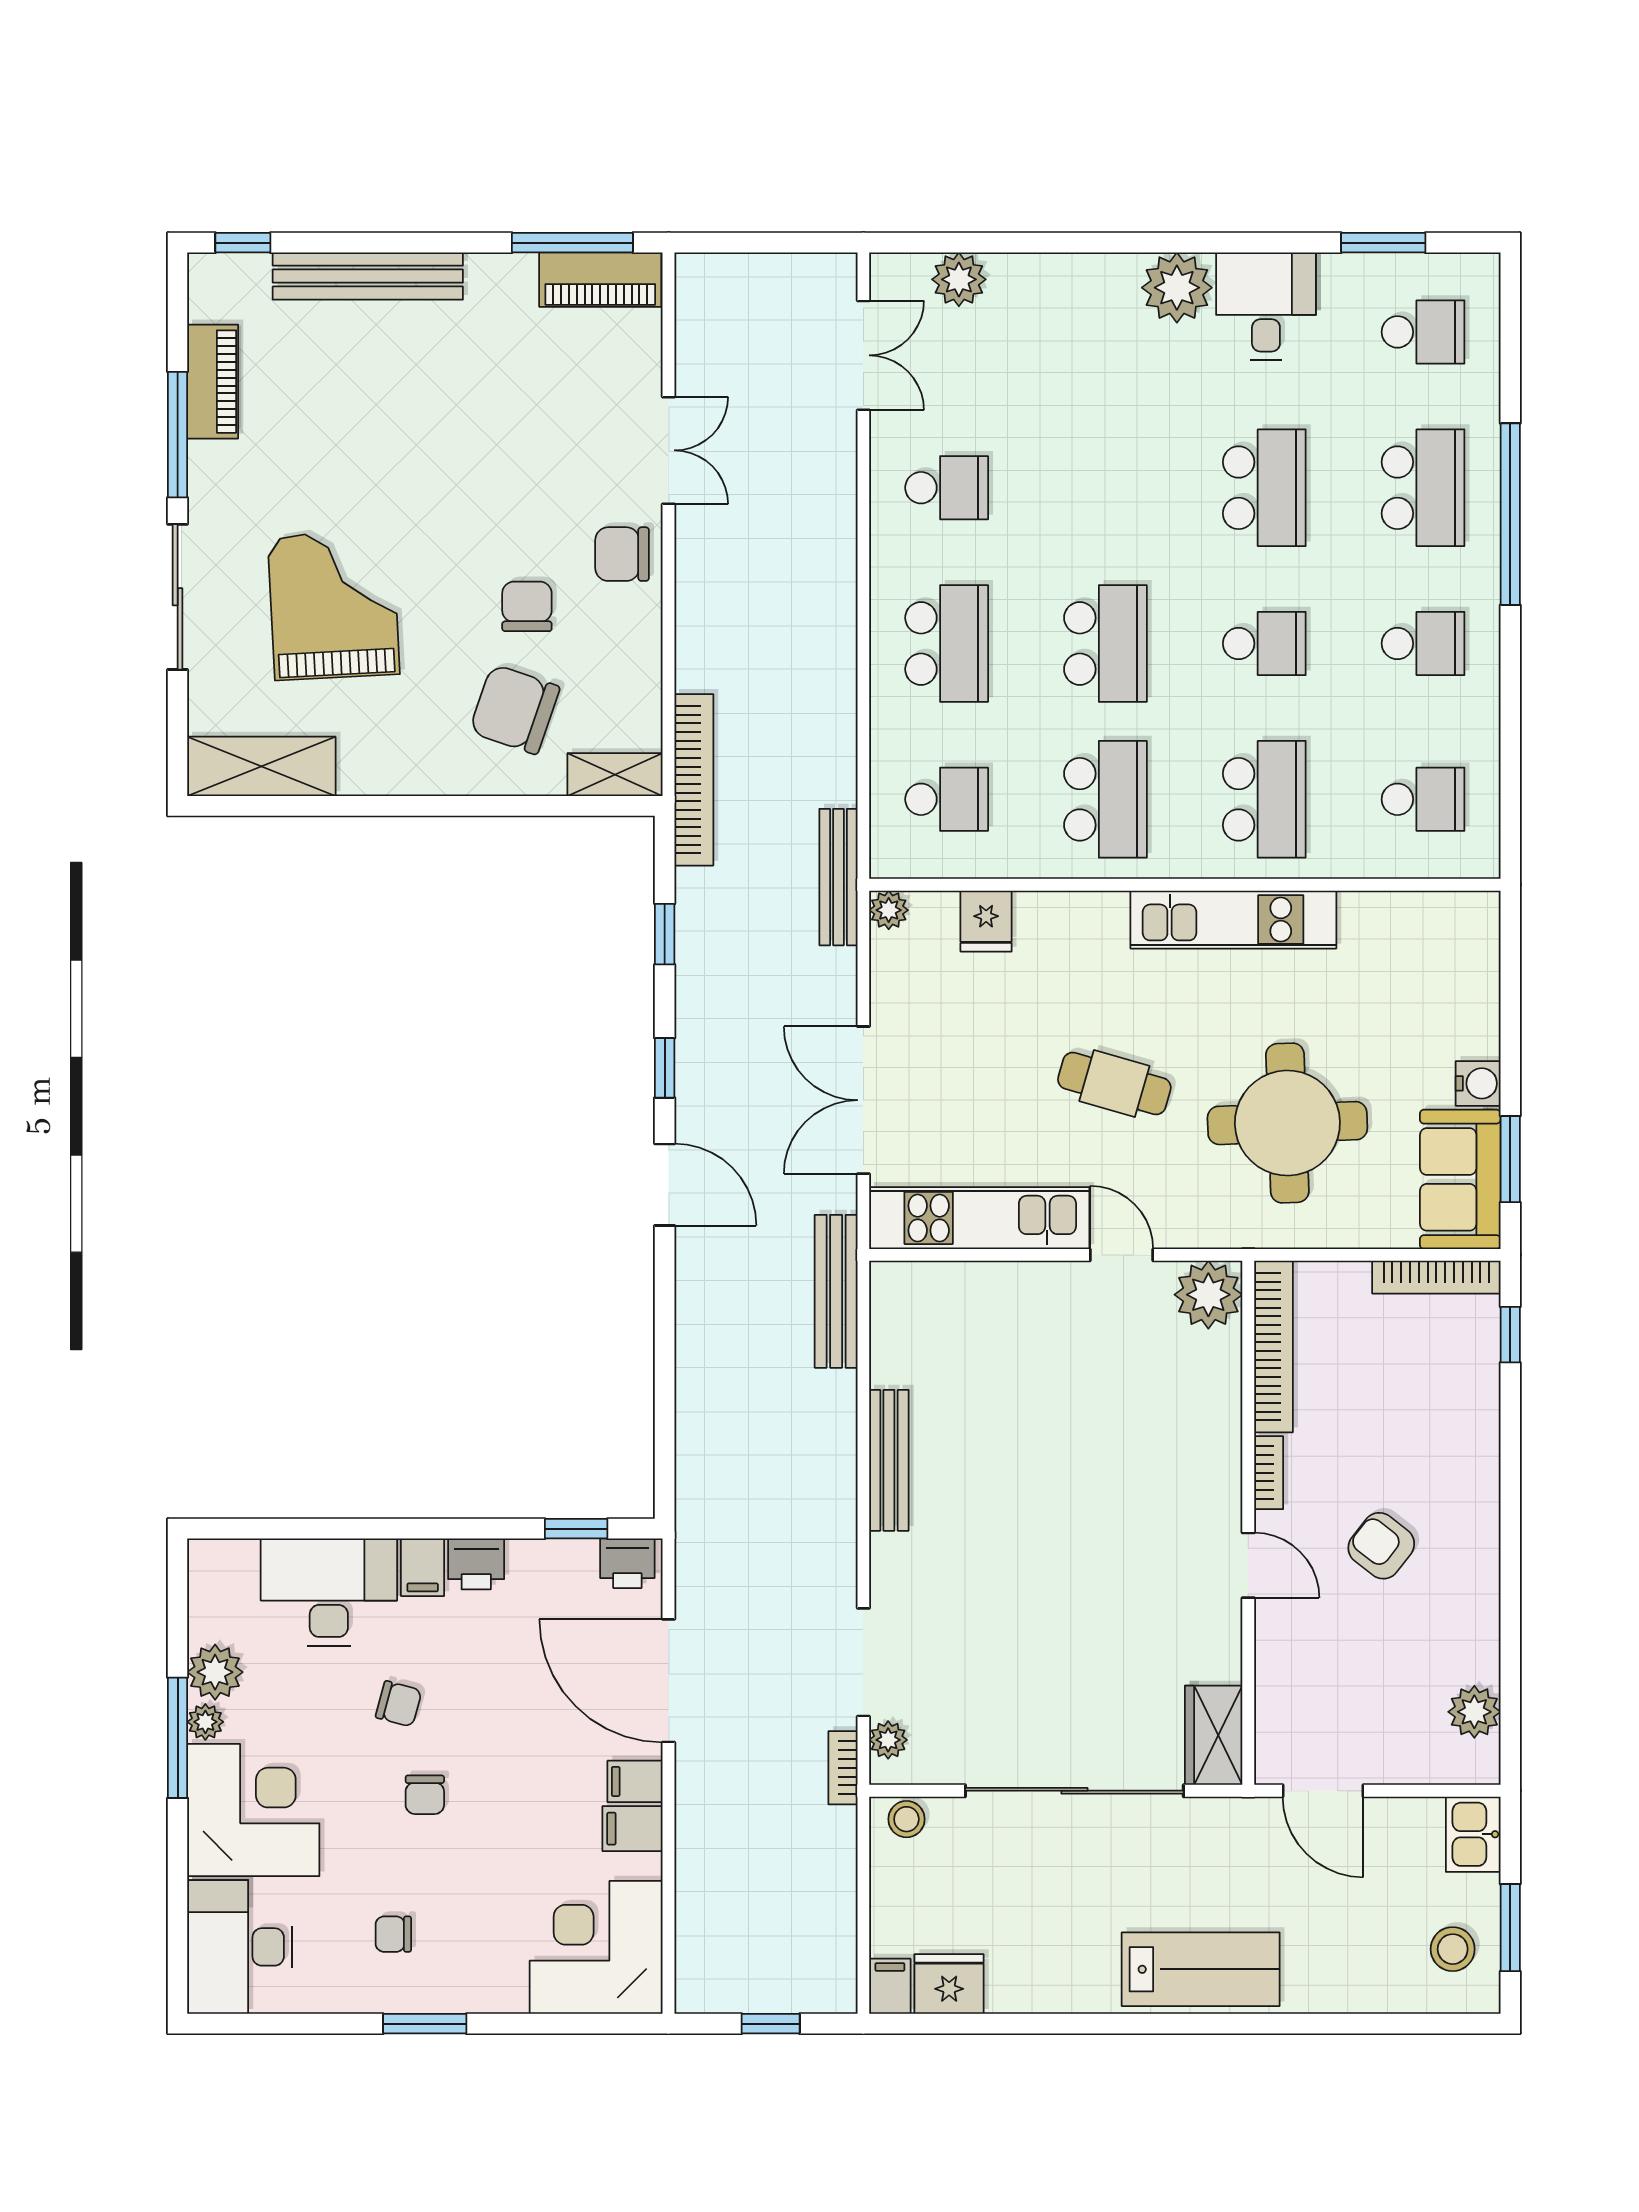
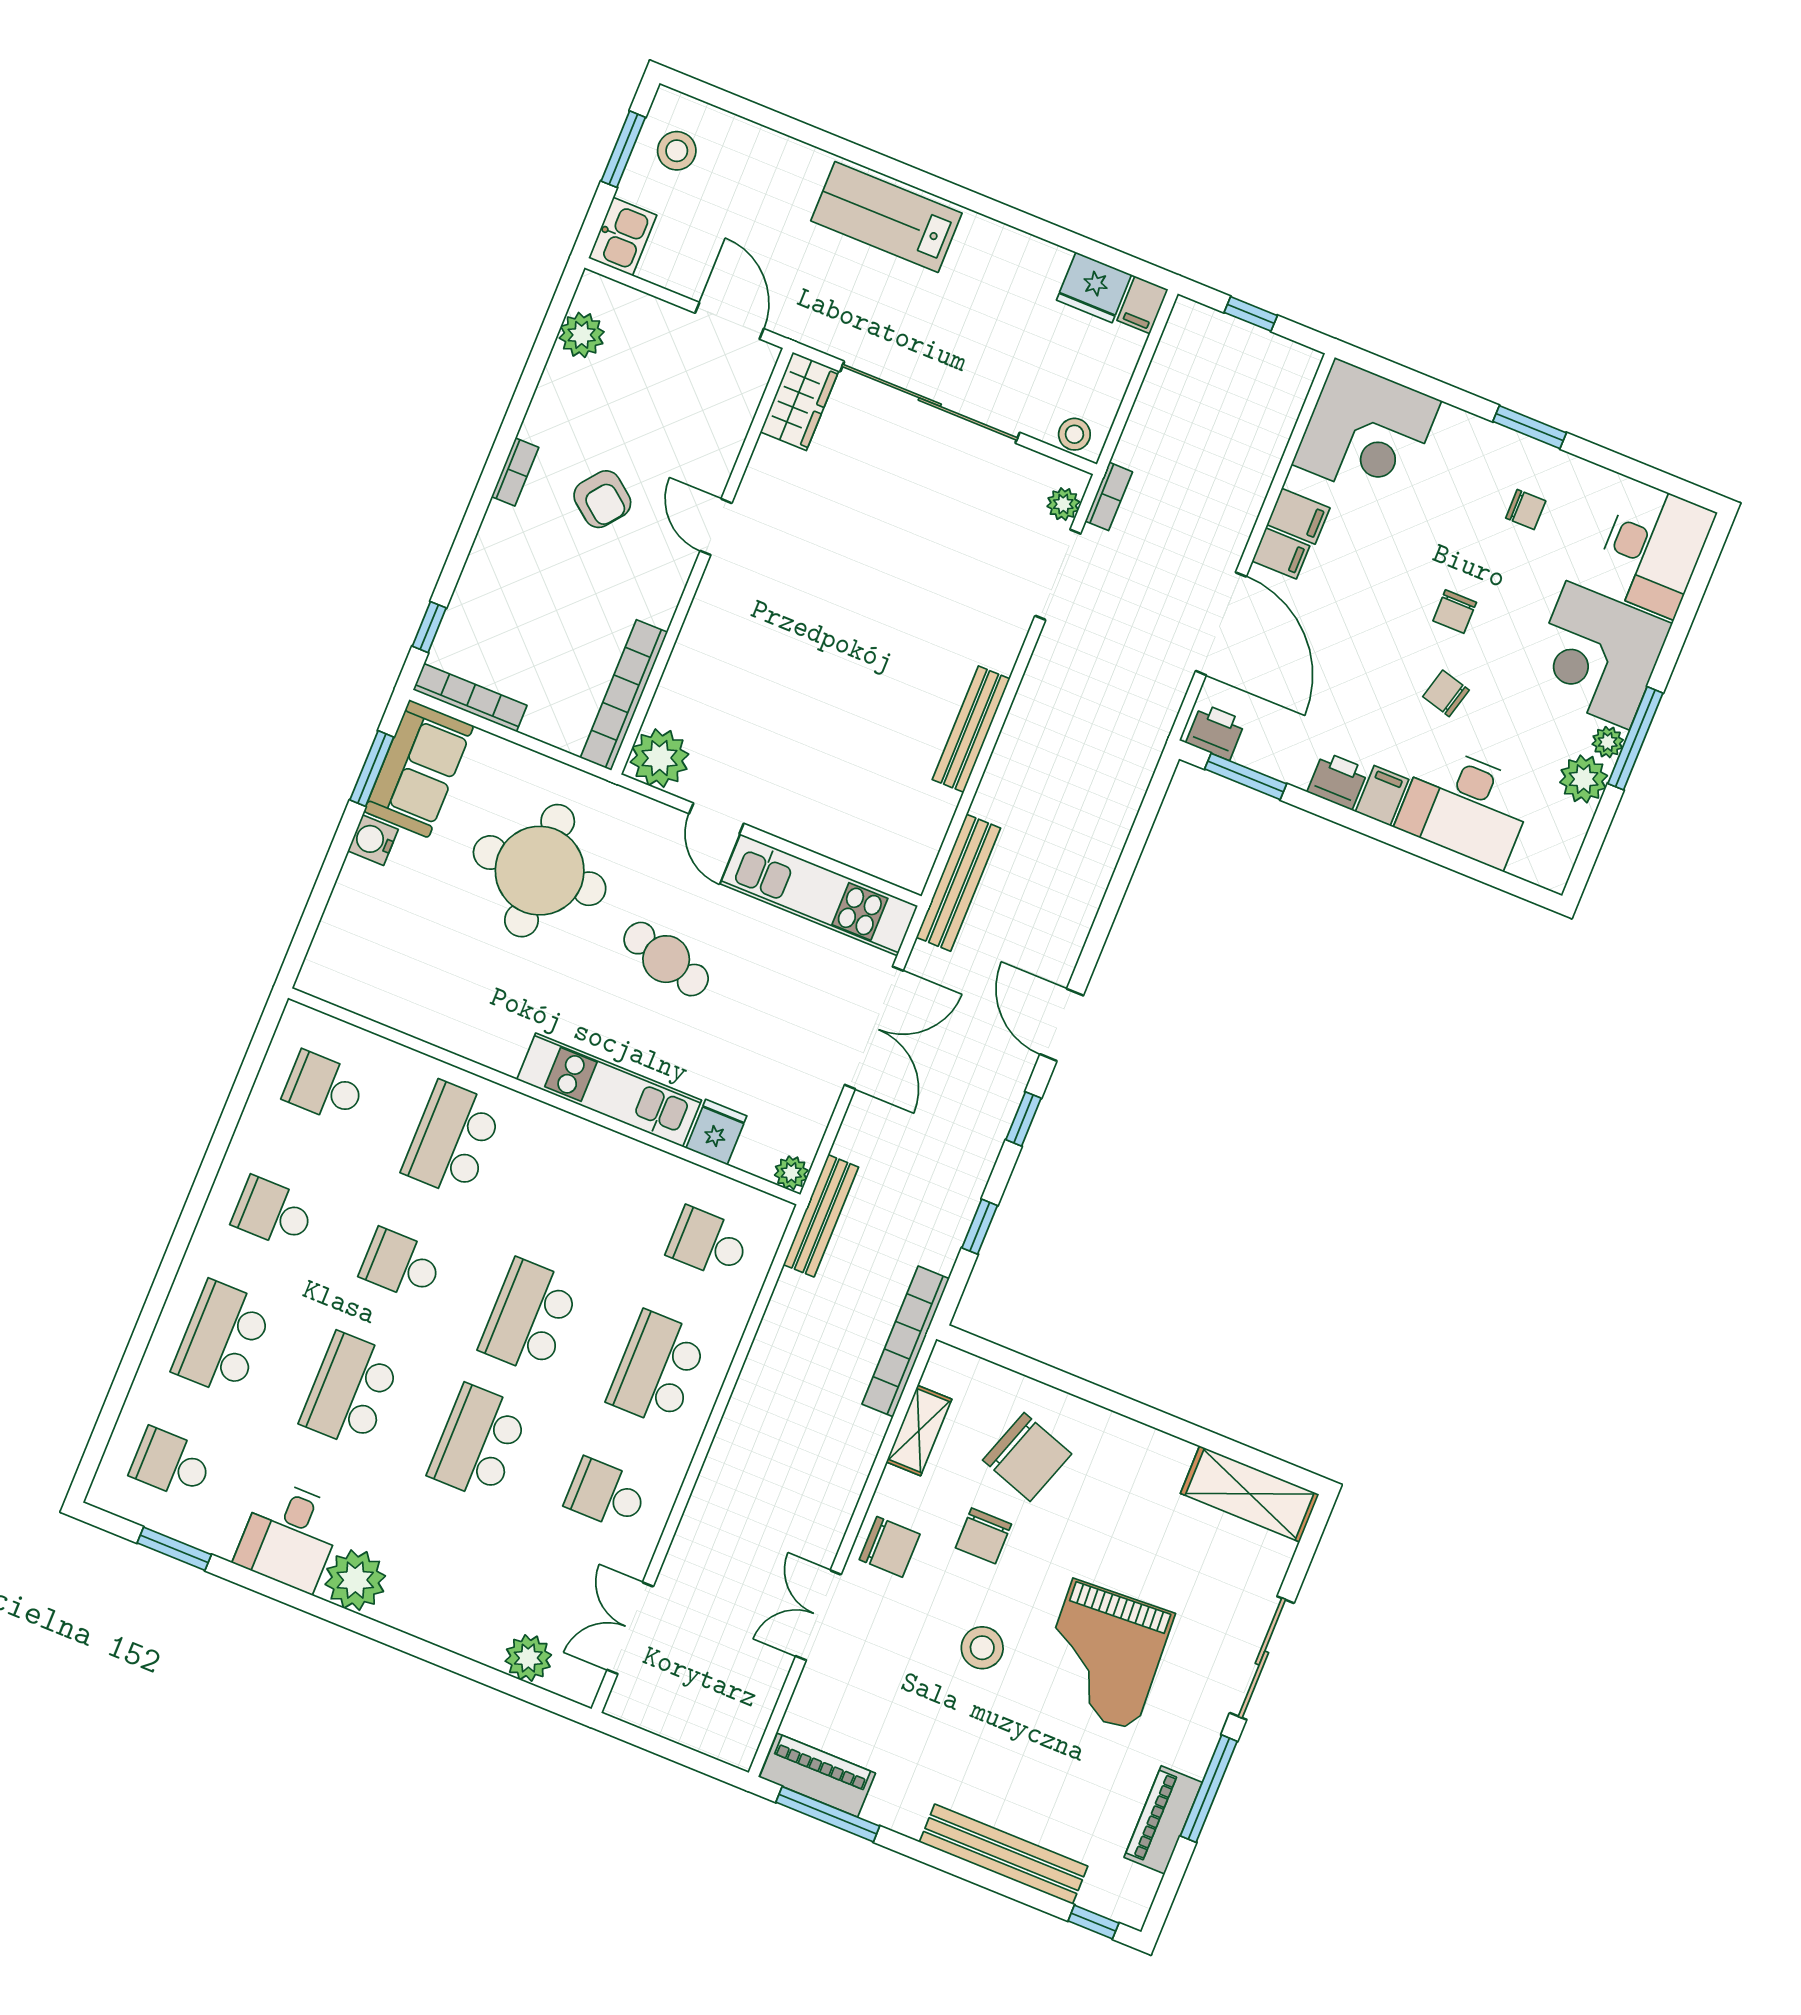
stool: (480, 487) -> (982, 1648), added
window: (1510, 514) -> (161, 1288), removed
grand piano: (334, 605) -> (1104, 1655), moved
shelving: (615, 775) -> (919, 1430), moved, turned 90
school desk: (1105, 799) -> (478, 1442), moved
kitchen unit: (1233, 920) -> (609, 1090), moved
bookcase: (1269, 1473) -> (515, 472), moved, turned 180
window: (576, 1529) -> (1246, 776), width x1.50
chair: (425, 1795) -> (1455, 612), turned 180

